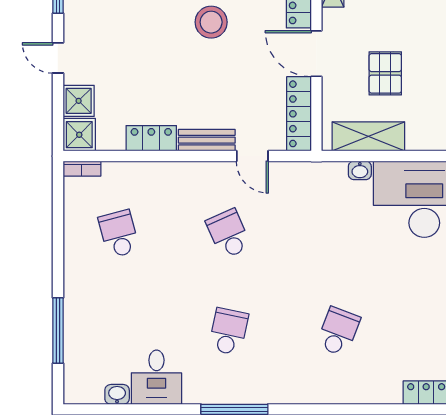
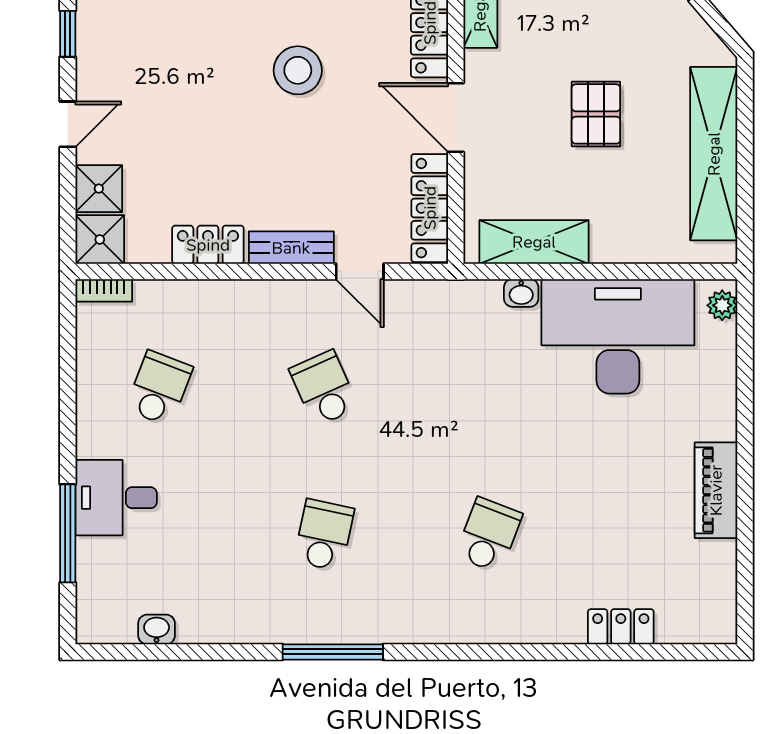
door: (58, 58) -> (68, 124), swing flipped
pallet: (385, 73) -> (596, 114), moved
school desk: (119, 234) -> (159, 388), turned 36
desk: (156, 377) -> (116, 498), moved, turned 90

